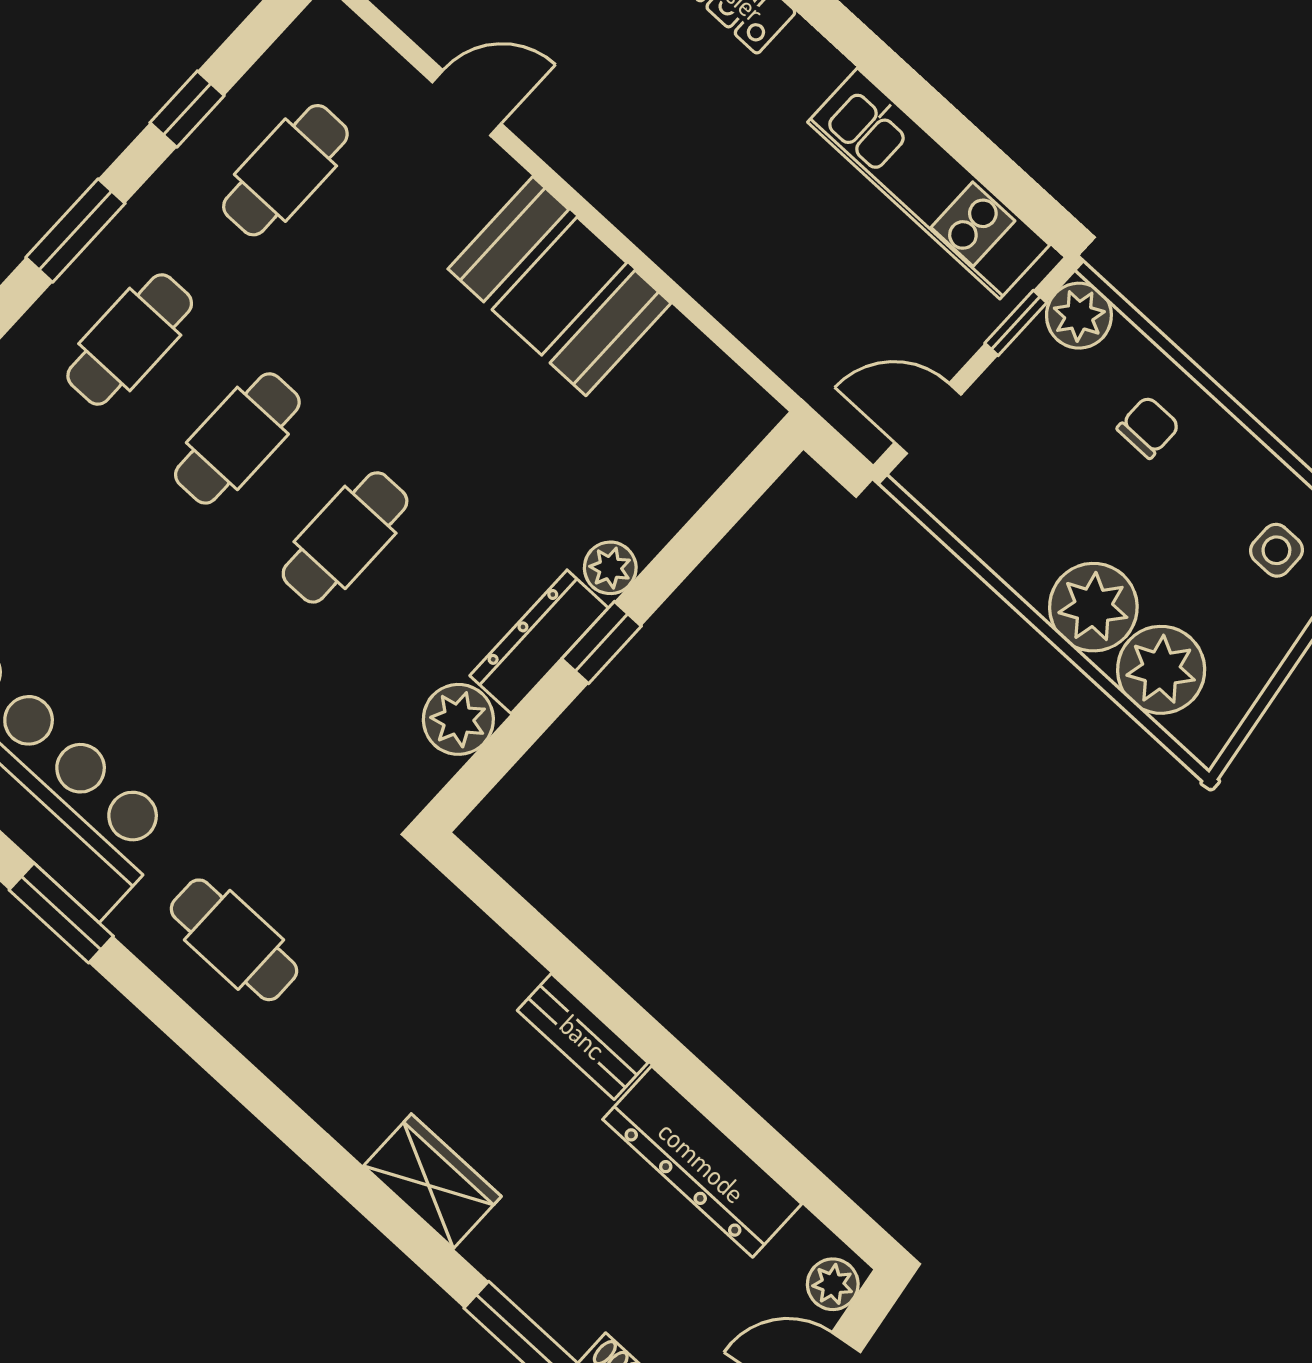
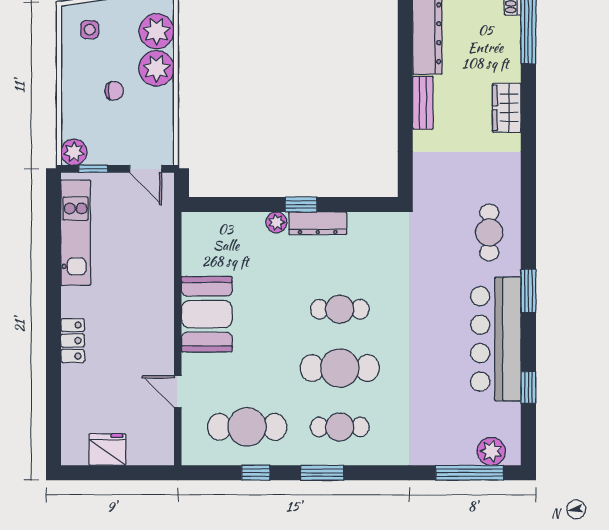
cafe table: (285, 170) -> (247, 427), width x1.37, depth x1.35
chair: (1148, 427) -> (114, 91), moved, turned 180
cafe table: (237, 438) -> (340, 368), width x1.37, depth x1.35
plant: (458, 719) -> (363, 226), removed

